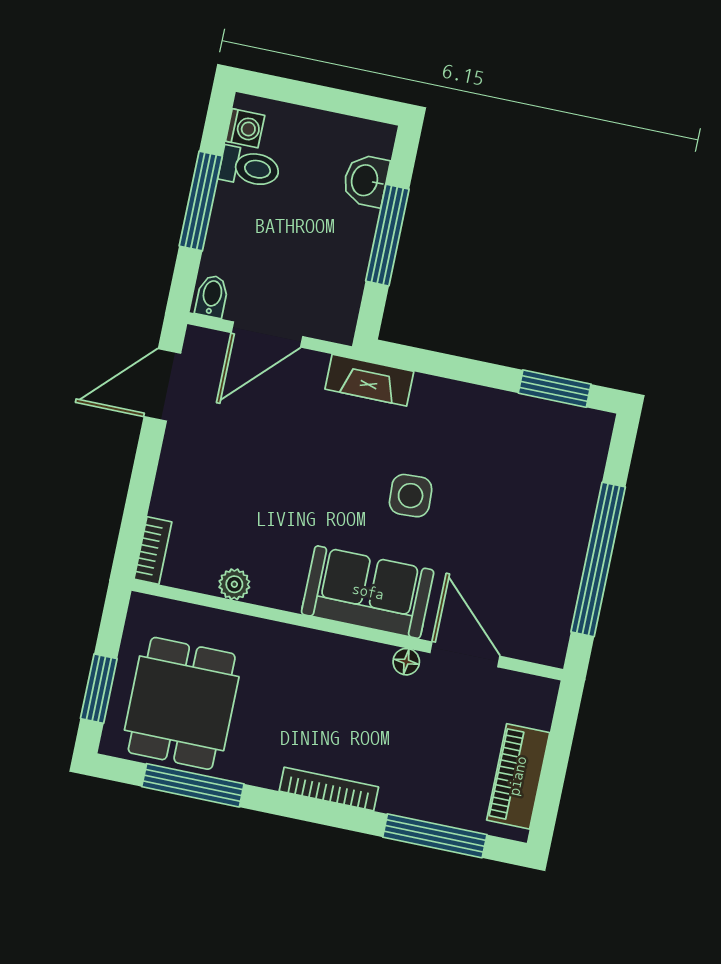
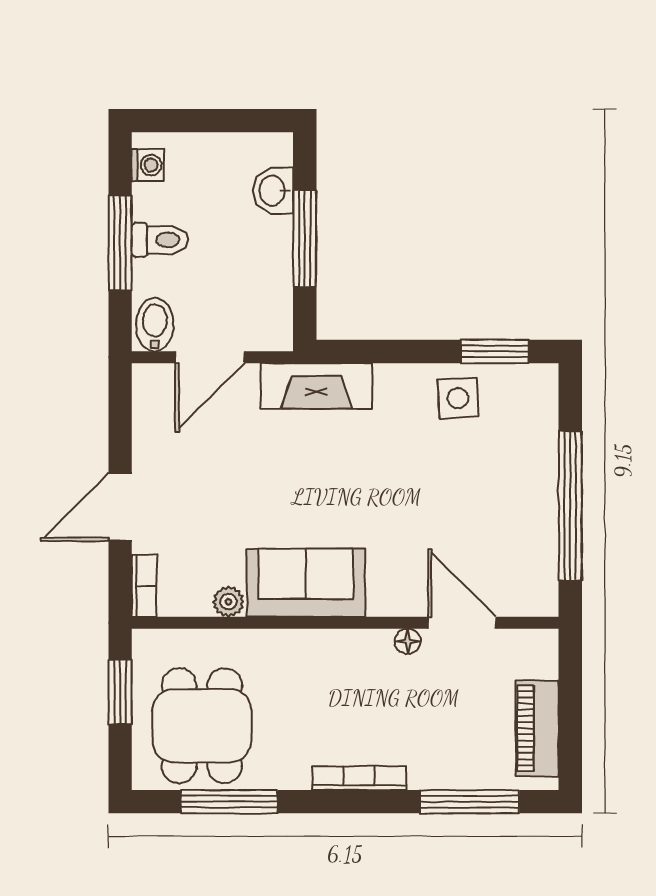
toilet: (250, 168) -> (160, 240), moved
bidet: (212, 296) -> (155, 325), width x1.38, depth x1.36
fireplace: (369, 380) -> (317, 386), width x1.37, depth x1.32
door: (162, 385) -> (120, 507), moved
side table: (411, 496) -> (458, 398), moved
sofa: (368, 592) -> (306, 583), moved
window: (99, 689) -> (120, 692), moved

